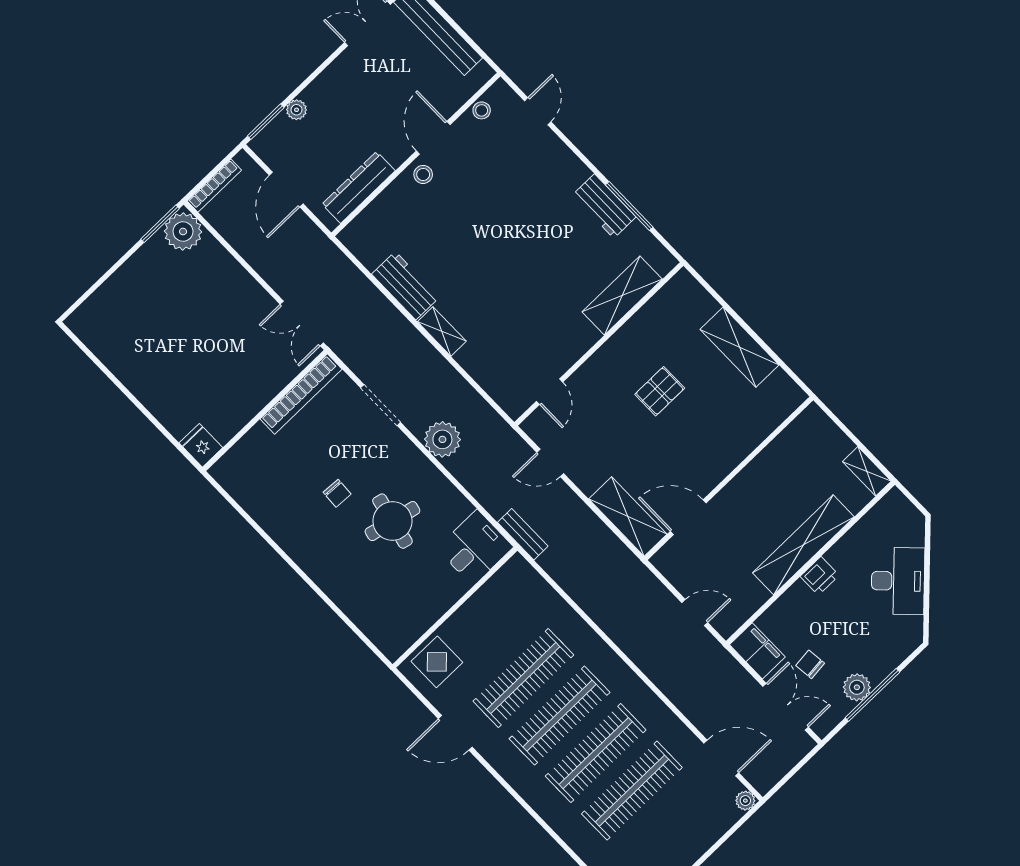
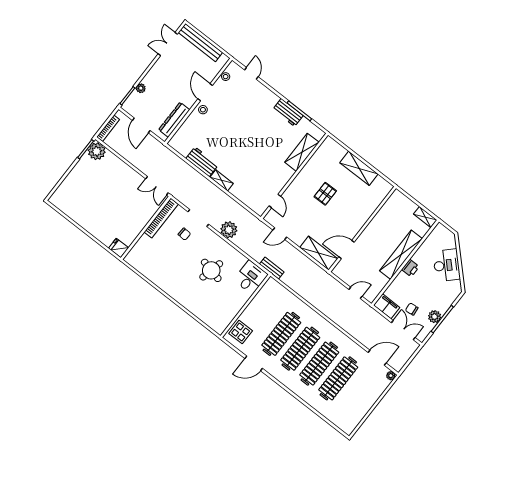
chair: (337, 493) -> (184, 234), moved

